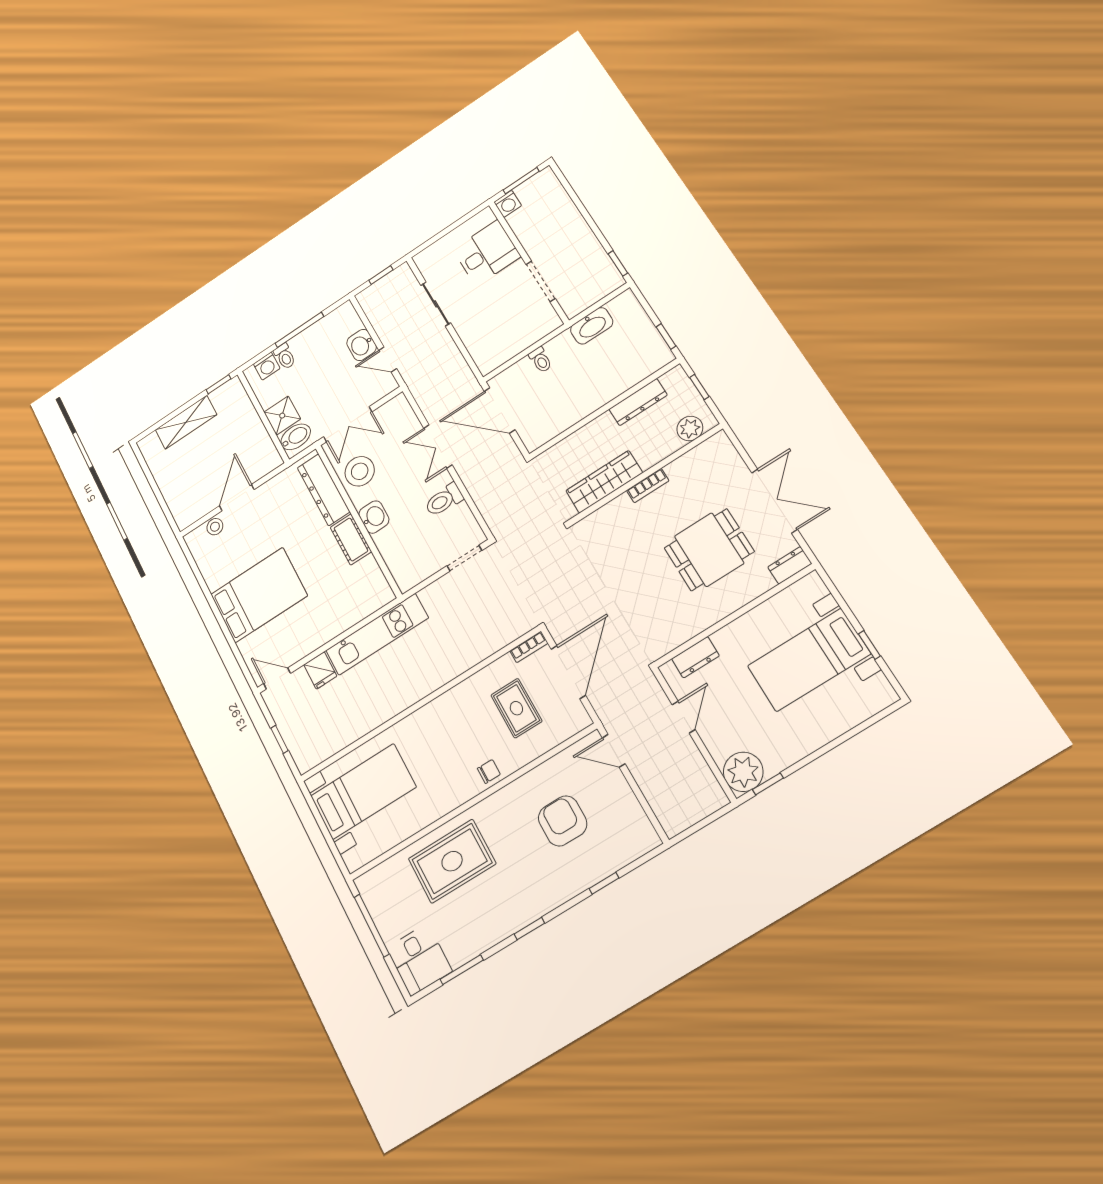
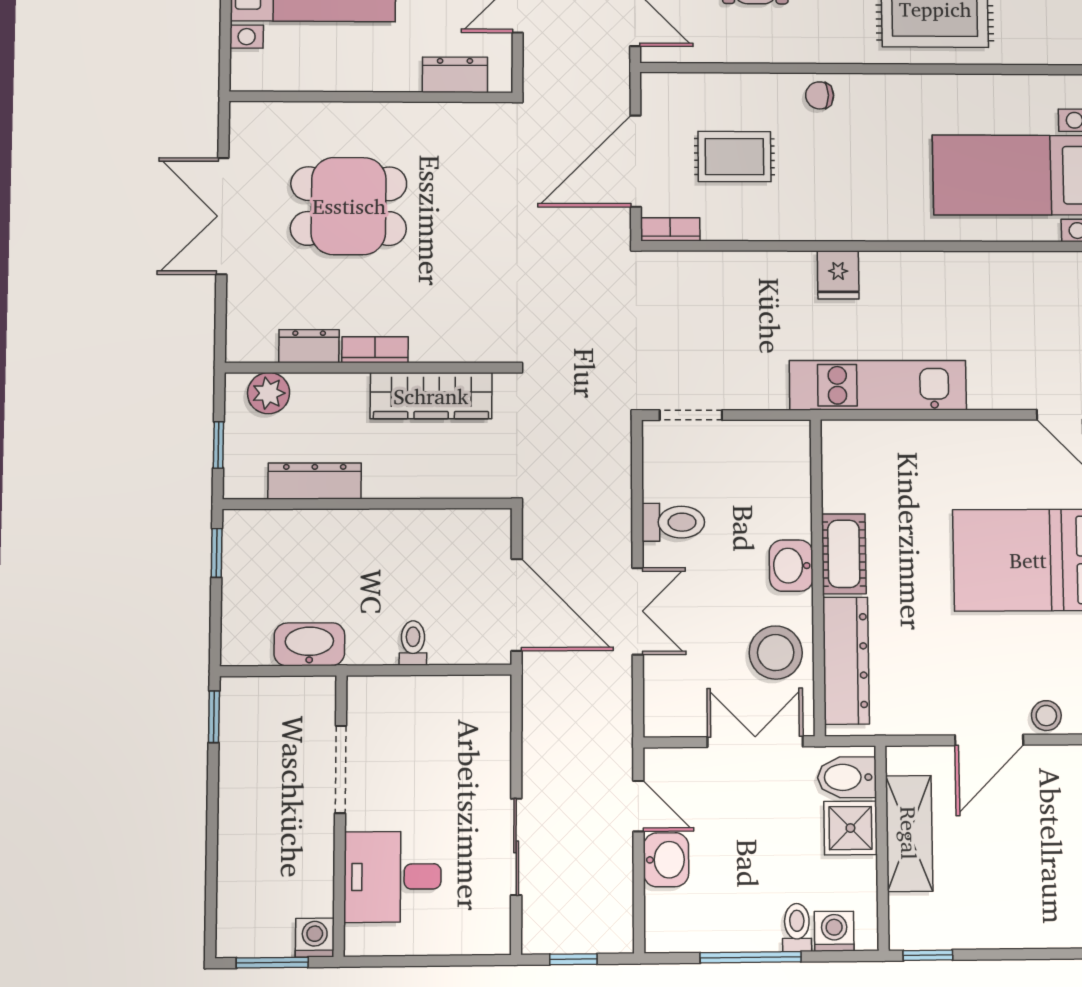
shelving: (186, 422) -> (909, 833), moved, turned 90
dresser: (790, 565) -> (309, 346), moved, turned 180
fridge: (320, 670) -> (838, 275), moved, turned 180
rug: (516, 708) -> (734, 157), turned 90

